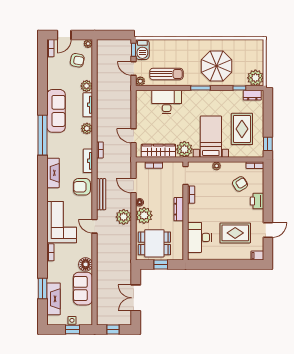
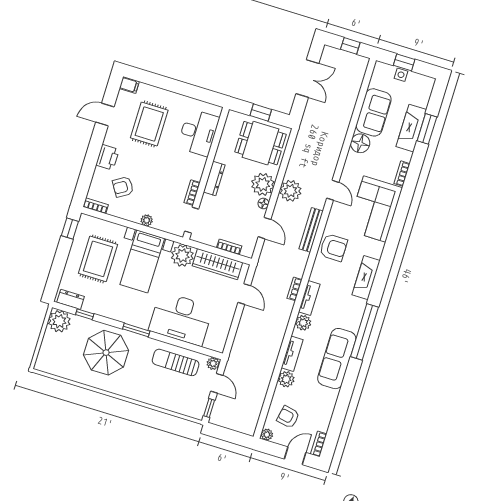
barbecue: (142, 49) -> (197, 405), removed
desk: (167, 102) -> (181, 319), width x1.36, depth x1.30
tv unit: (88, 161) -> (309, 298), moved
rug: (235, 233) -> (149, 124), turned 90
fireplace: (54, 299) -> (411, 128), moved

